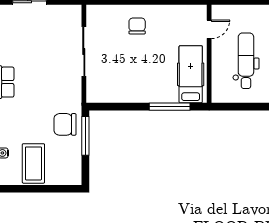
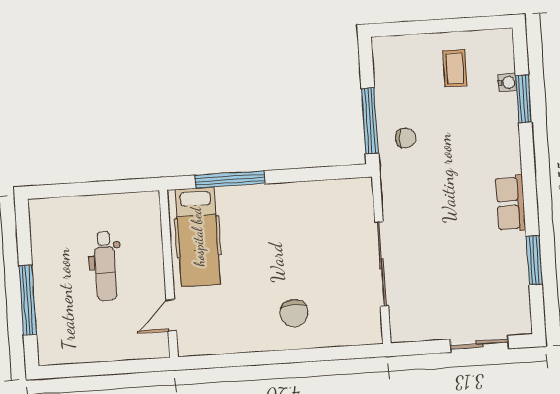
dental chair: (246, 61) -> (105, 266), width x0.73, depth x0.72
chair: (65, 124) -> (406, 138), width x0.54, depth x0.54
coffee table: (33, 163) -> (455, 68), width x0.54, depth x0.58

